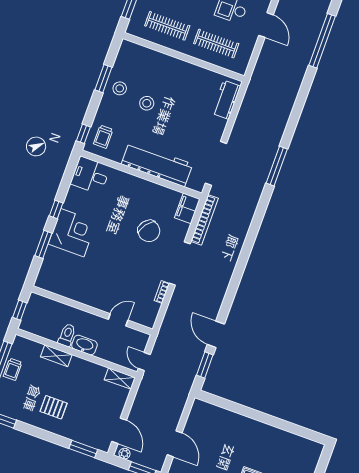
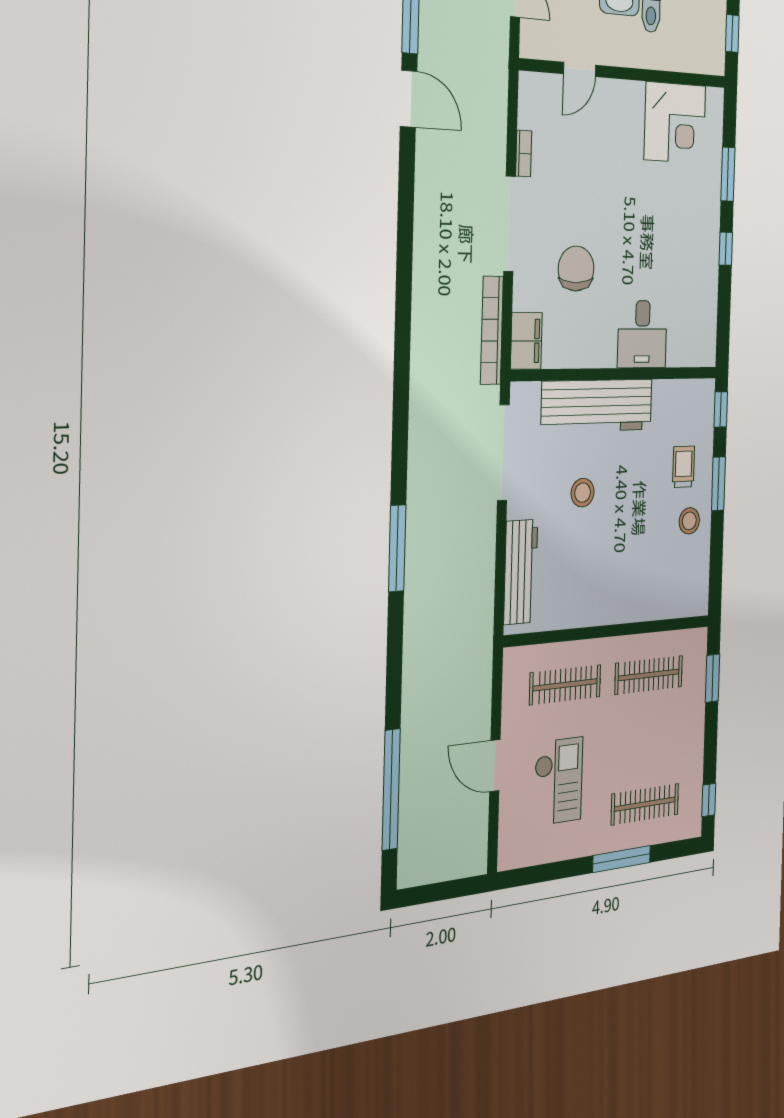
window: (103, 79) -> (718, 484), moved
workbench: (226, 100) -> (521, 572), width x1.38
stool: (147, 103) -> (583, 493), moved
trolley: (103, 137) -> (684, 467), moved
window: (277, 166) -> (397, 548), moved
desk: (90, 175) -> (642, 334), moved, turned 90
chair: (149, 231) -> (576, 269), turned 53
corner desk: (72, 233) -> (675, 123), moved, turned -90

